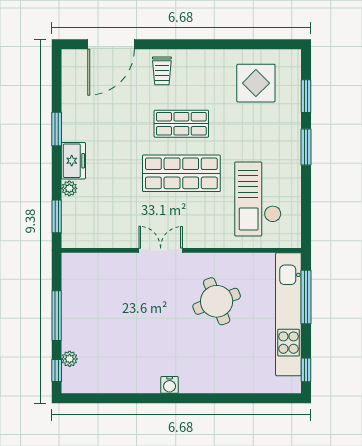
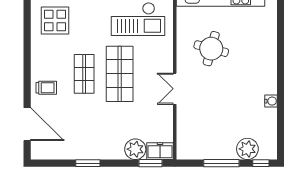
freezer: (73, 161) -> (160, 151), moved
plant: (69, 188) -> (135, 149), width x1.87, depth x1.87
round table: (217, 301) -> (211, 49), turned 36
plant: (70, 359) -> (247, 149), width x1.88, depth x1.88
water cooler: (170, 385) -> (271, 101), moved

